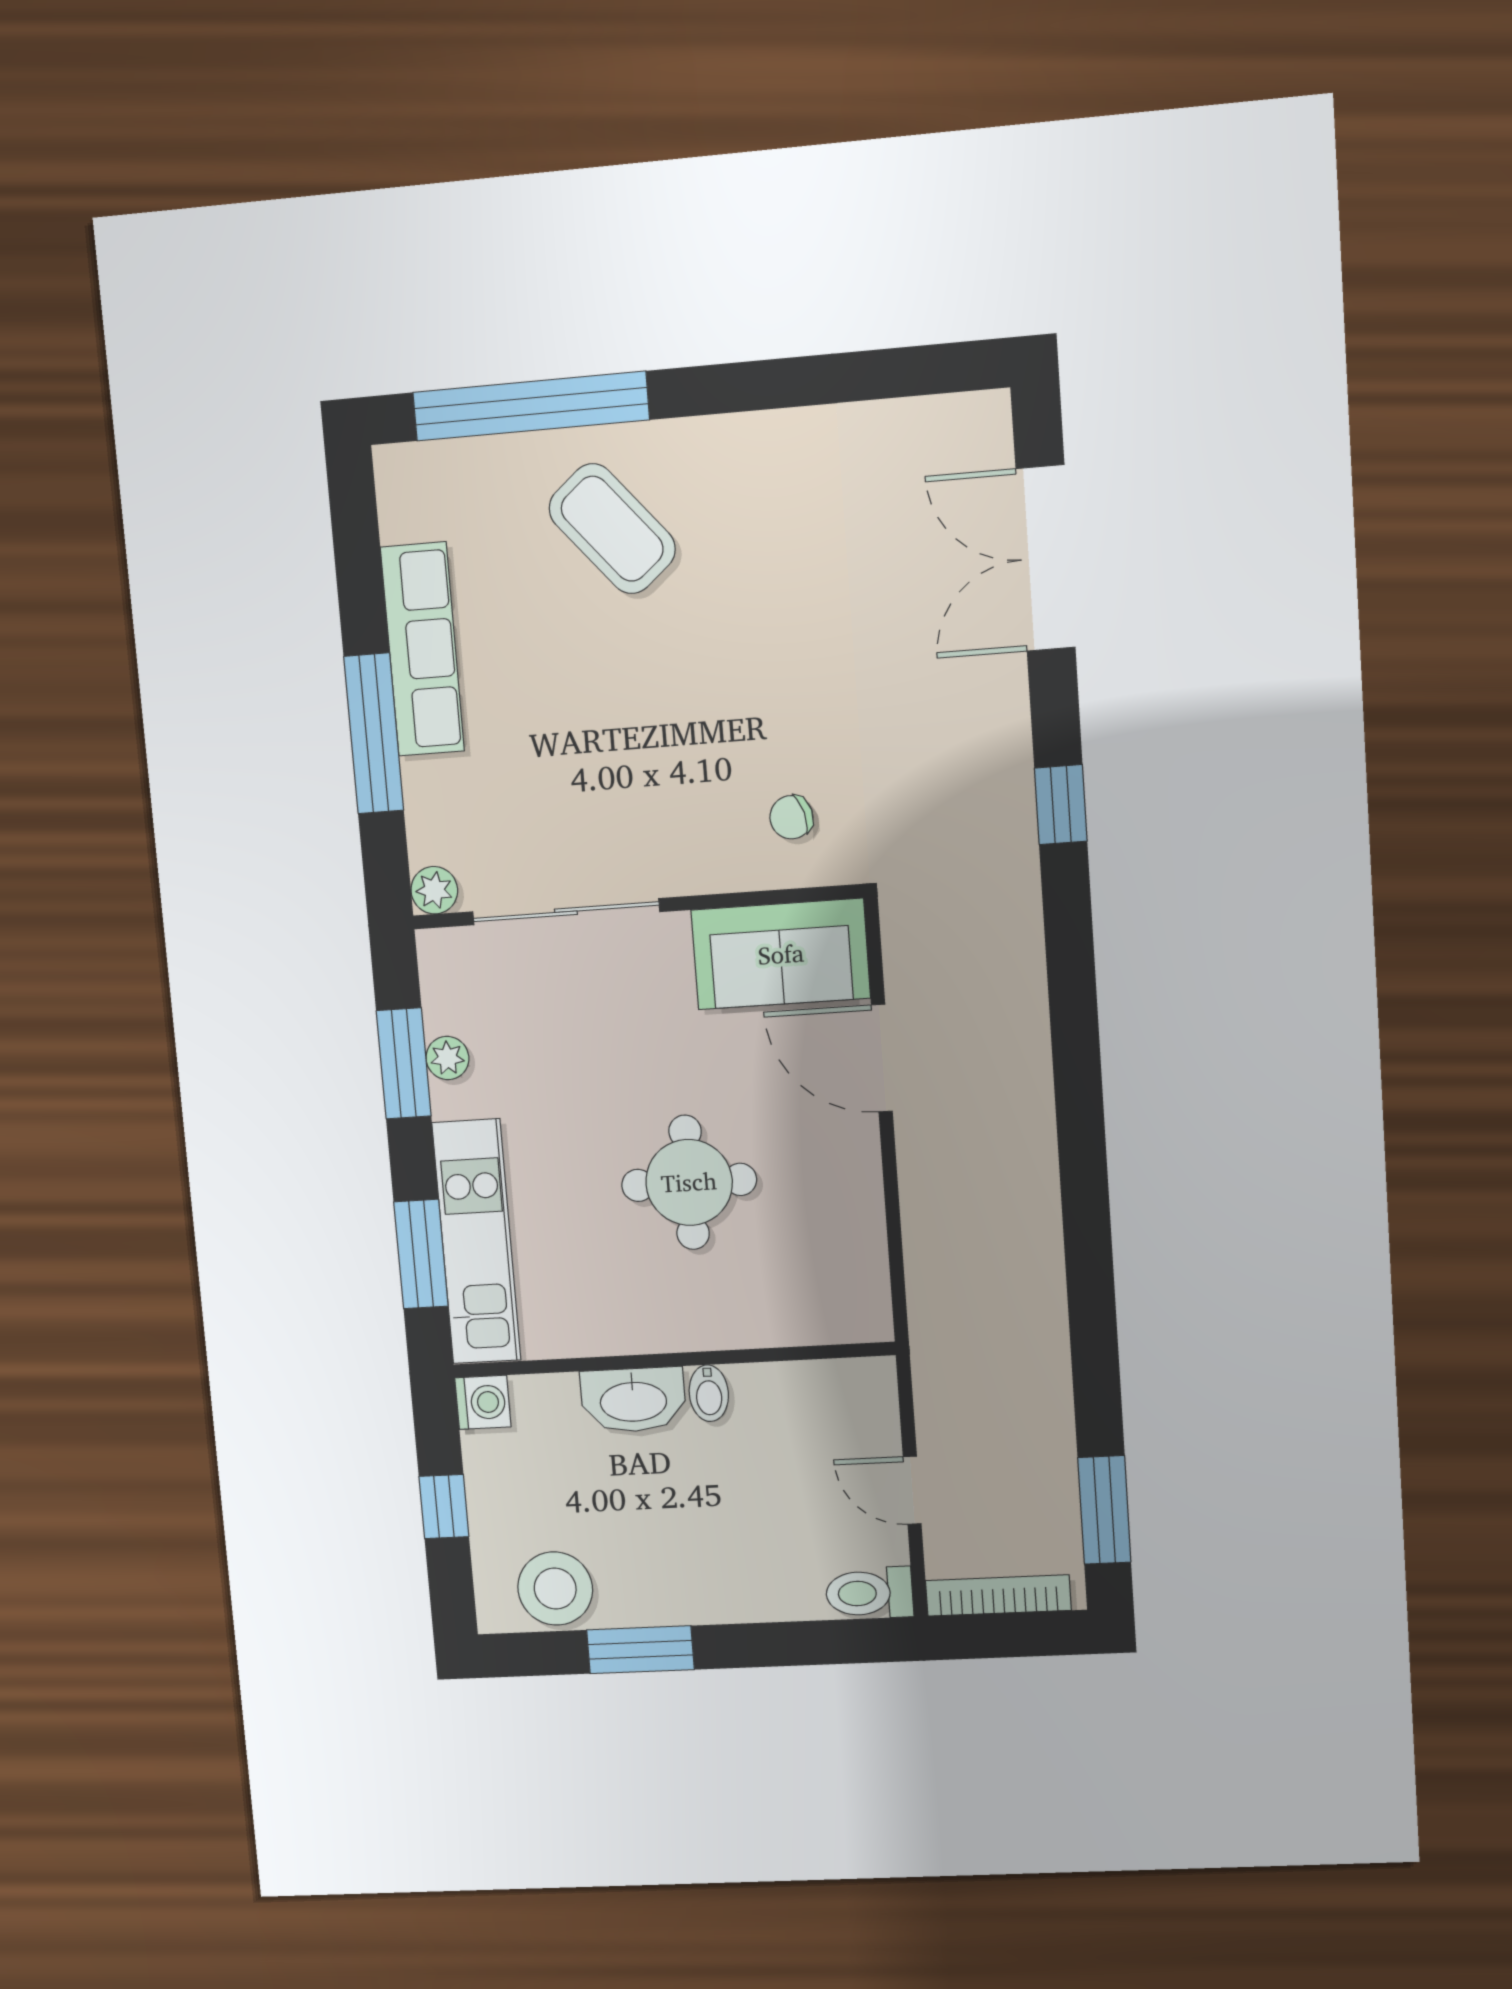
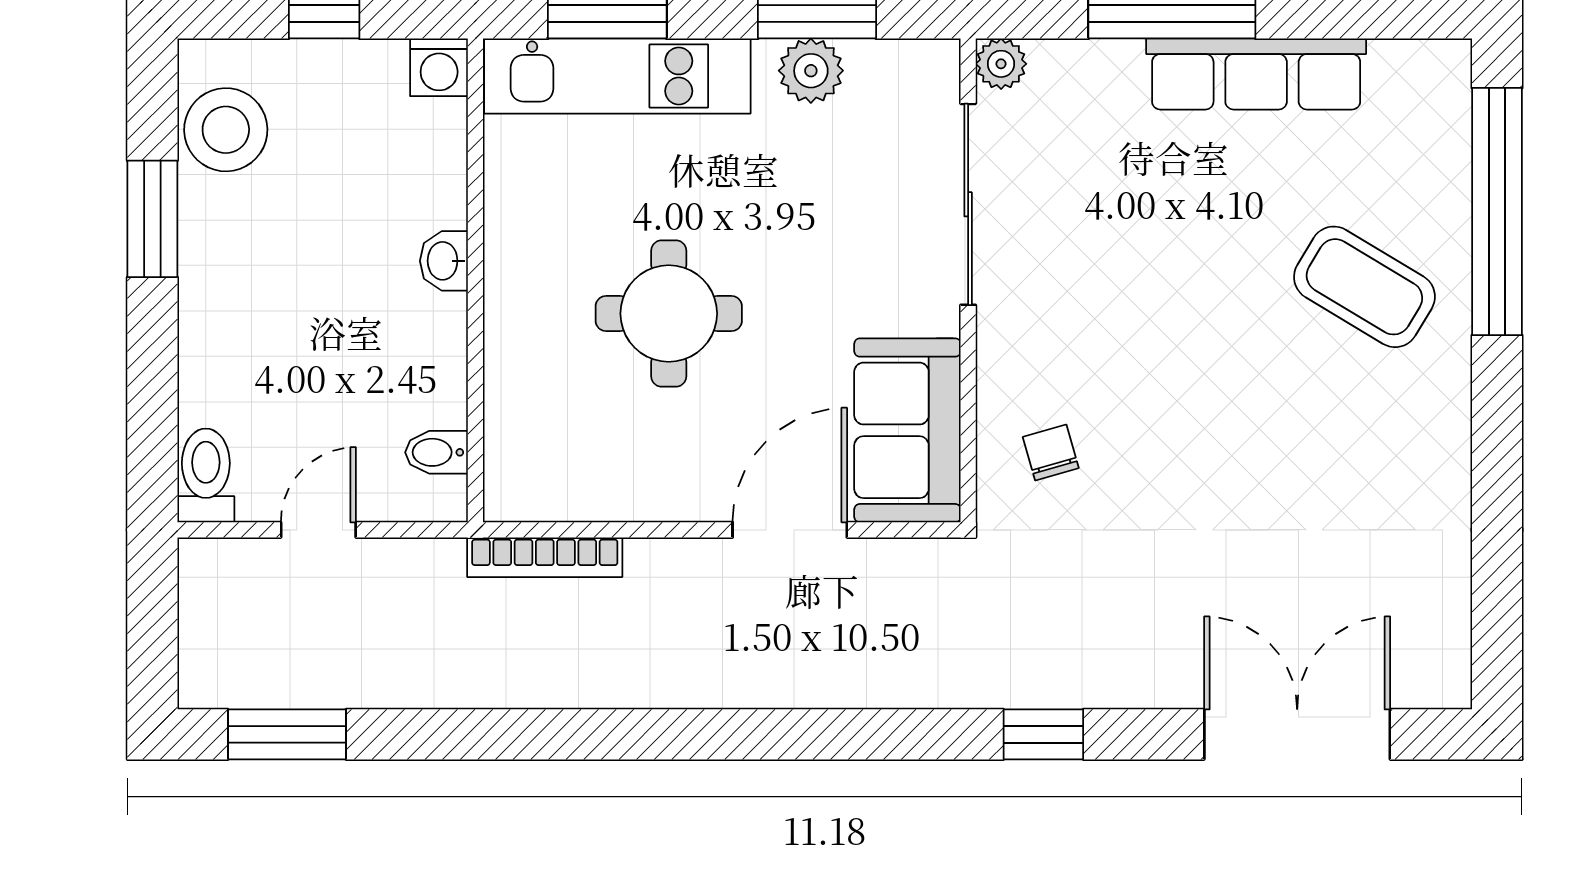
coffee table: (612, 529) -> (1364, 287), turned 71
plant: (447, 1058) -> (811, 71), width x1.38, depth x1.38
bidet: (709, 1393) -> (437, 452), moved
washbasin: (633, 1400) -> (444, 261), width x0.52, depth x0.69
bookcase: (998, 1595) -> (545, 557), moved, turned 90

